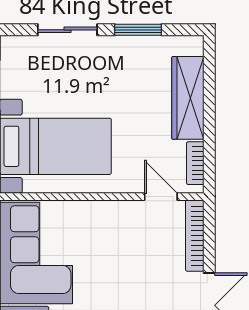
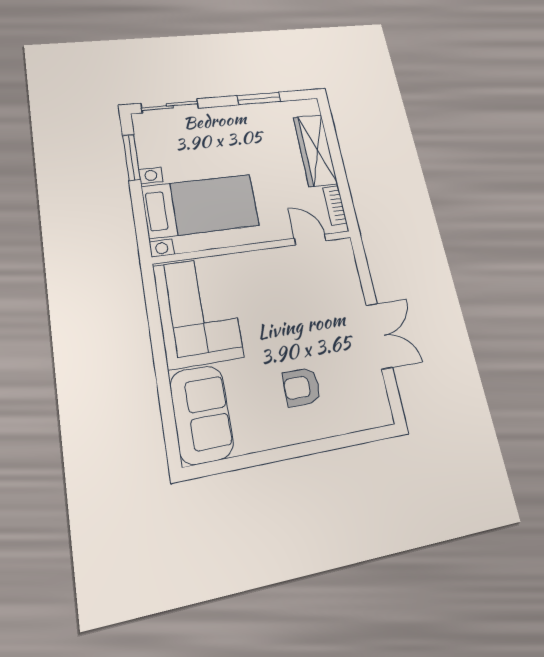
sliding door: (67, 30) -> (170, 106), moved
bookcase: (195, 236) -> (350, 271), removed

